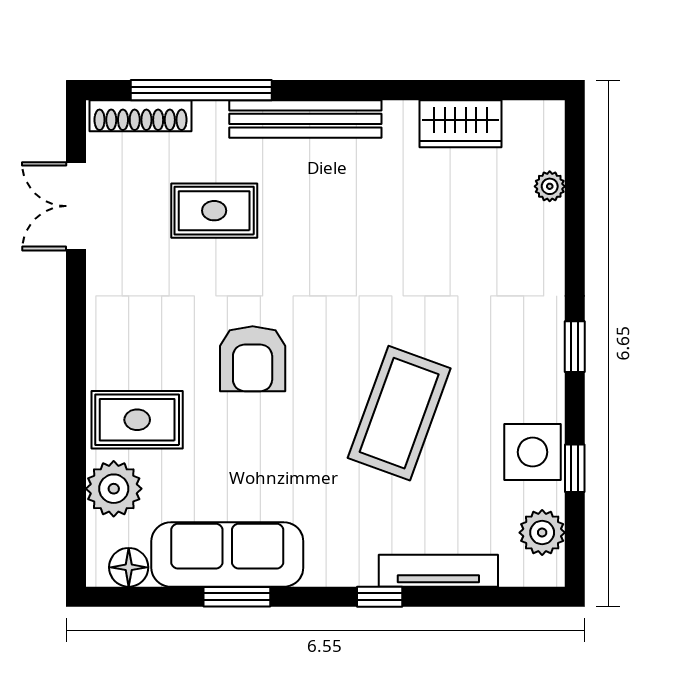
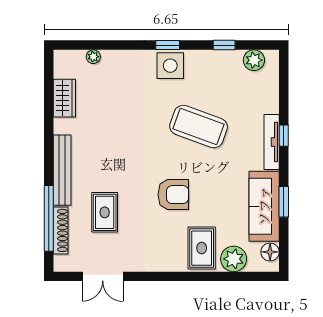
shoe rack: (141, 116) -> (61, 230), moved
side table: (533, 452) -> (170, 66), moved
tv unit: (438, 571) -> (272, 142), moved

